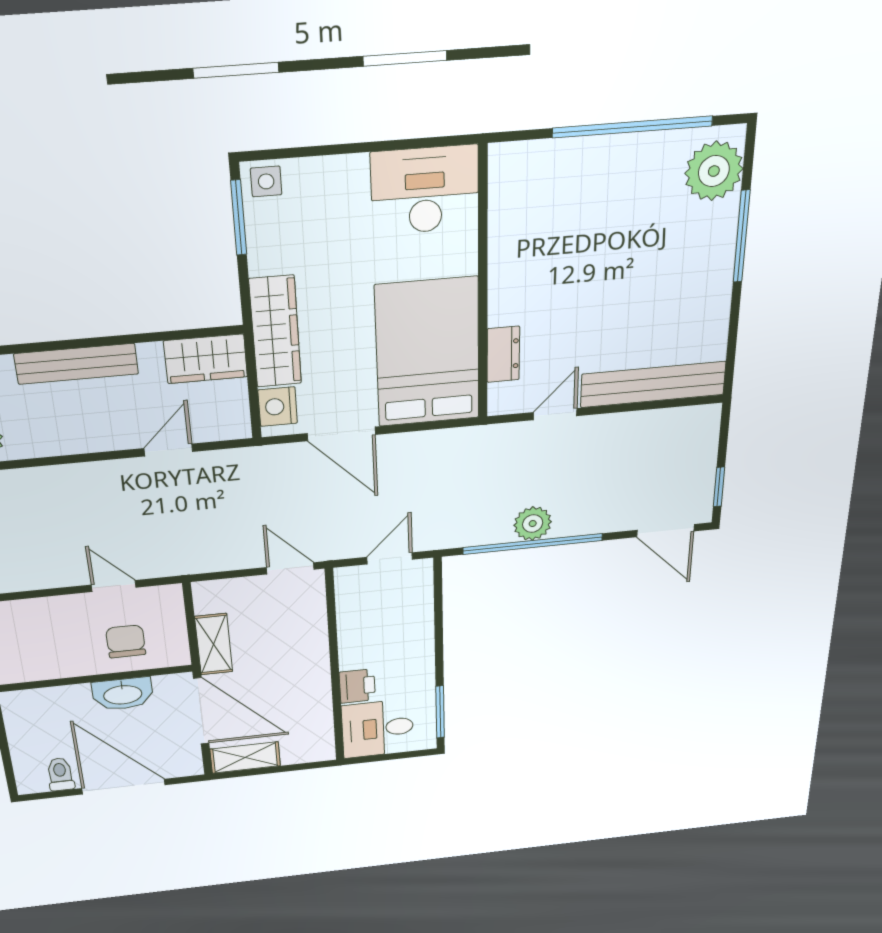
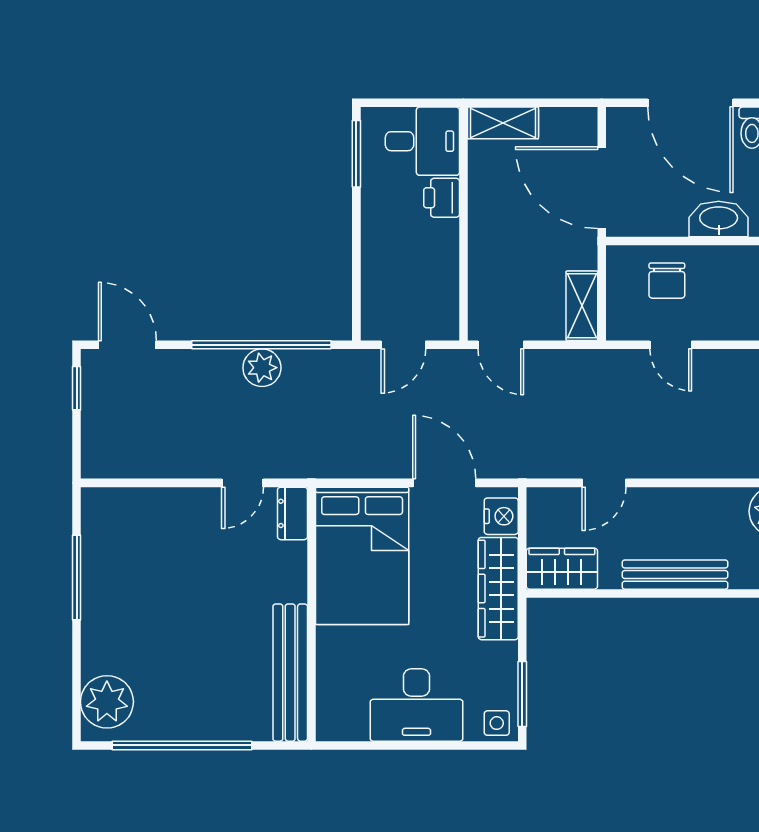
desk: (425, 190) -> (416, 705), moved
window: (742, 236) -> (77, 578), moved
dresser: (503, 354) -> (292, 513), moved
bench: (653, 384) -> (290, 673), moved, turned 90
shelving: (214, 644) -> (582, 306), moved
washbasin: (123, 694) -> (719, 219), moved
shelving: (245, 757) -> (503, 123), moved

